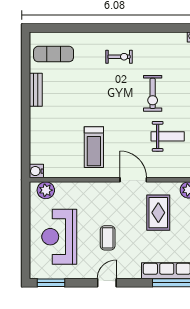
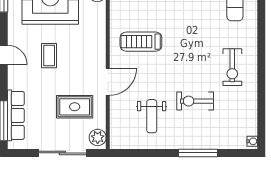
exercise bike: (119, 57) -> (232, 67), width x1.38, depth x1.39
coffee table: (108, 238) -> (49, 56), turned 90

